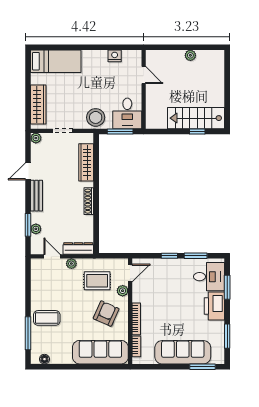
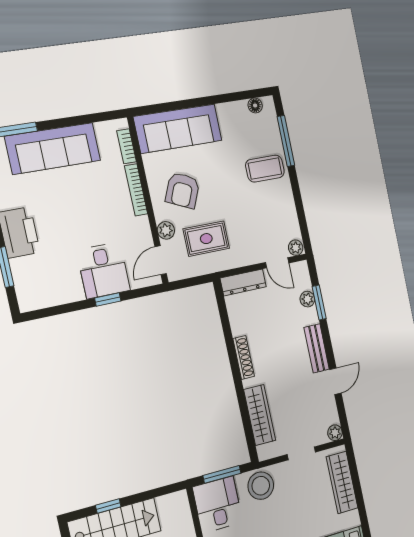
window: (196, 256) -> (67, 308), removed
plant: (71, 264) -> (296, 248), moved
desk: (209, 277) -> (104, 270), moved, turned -90

